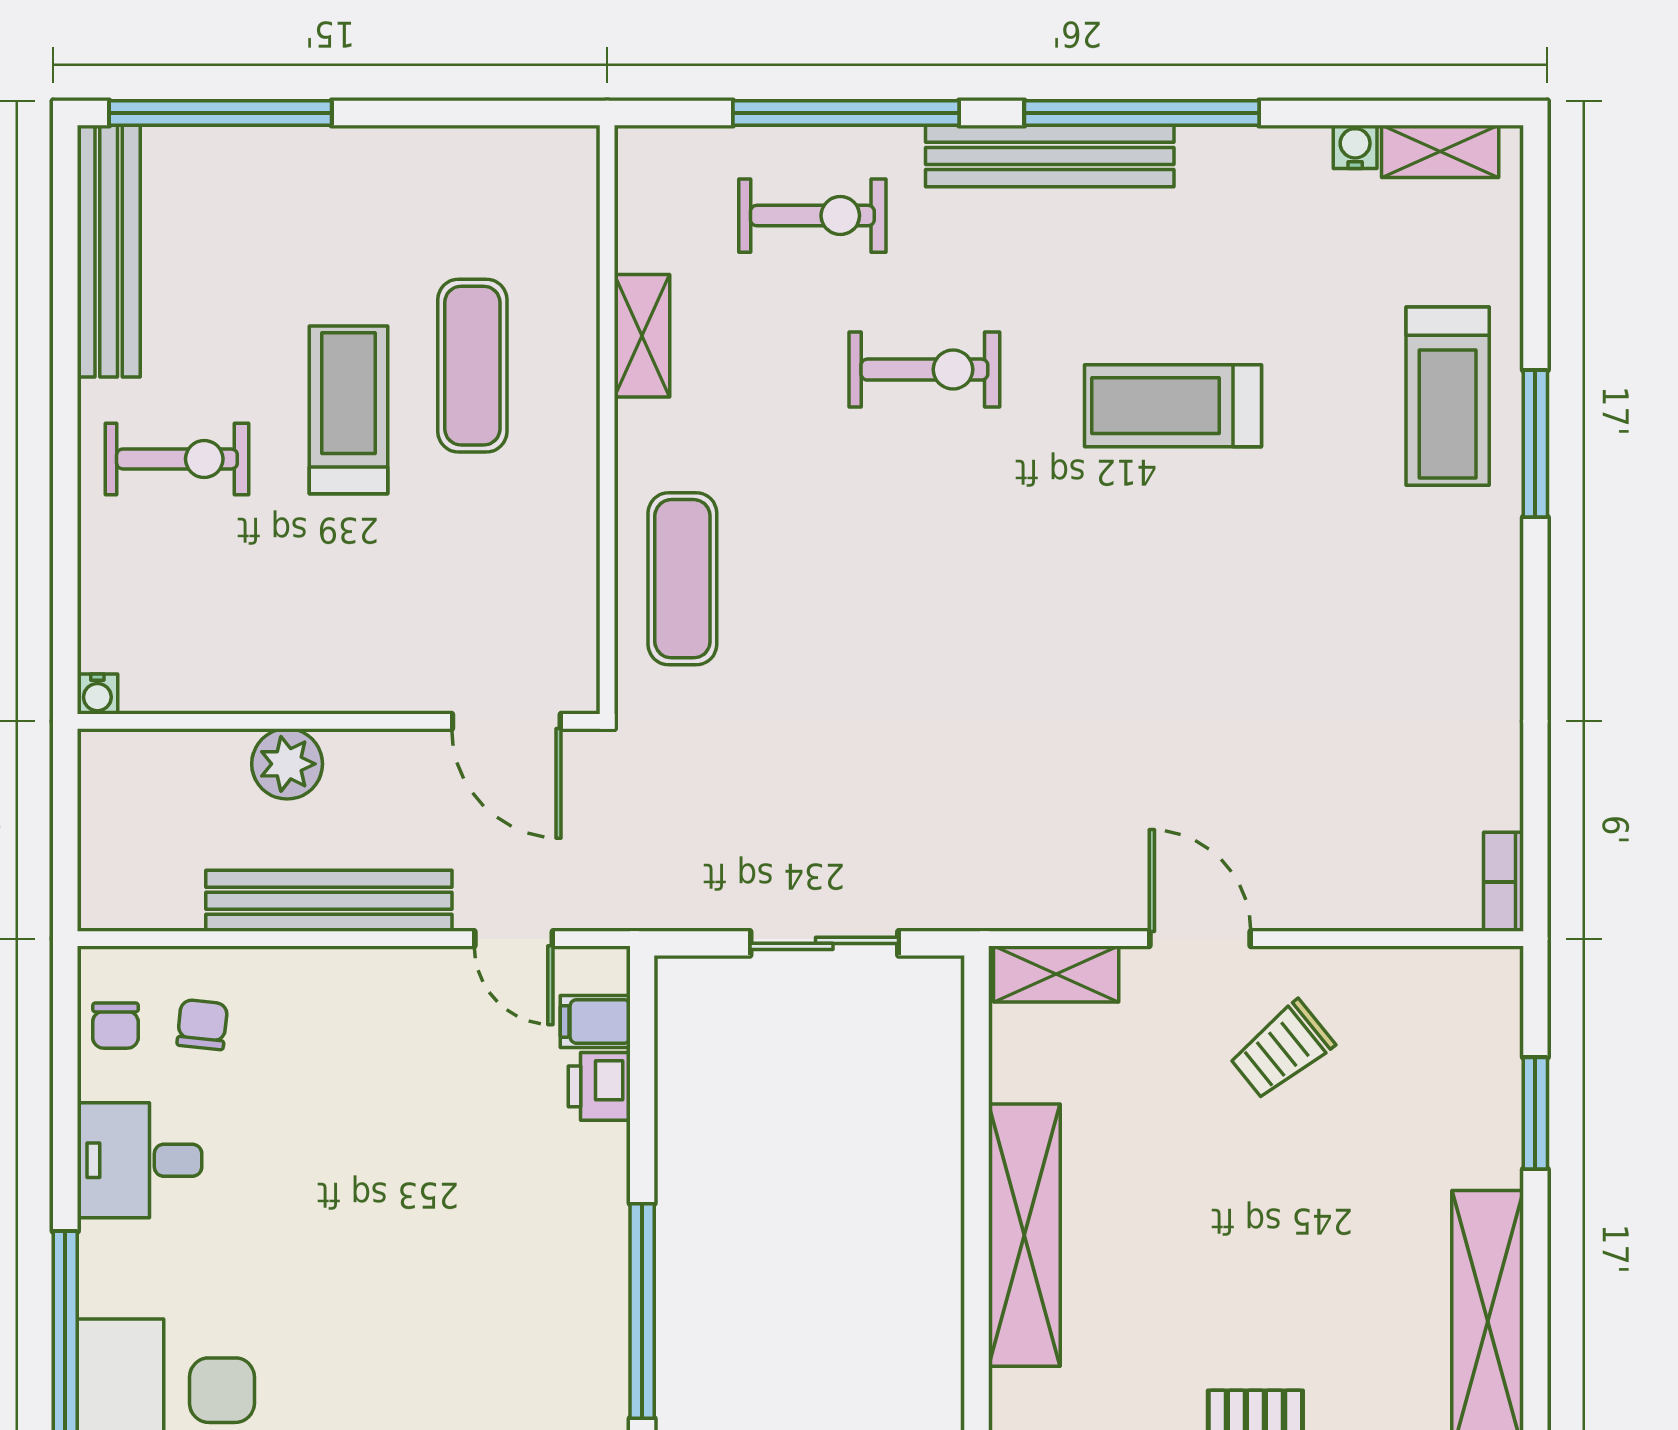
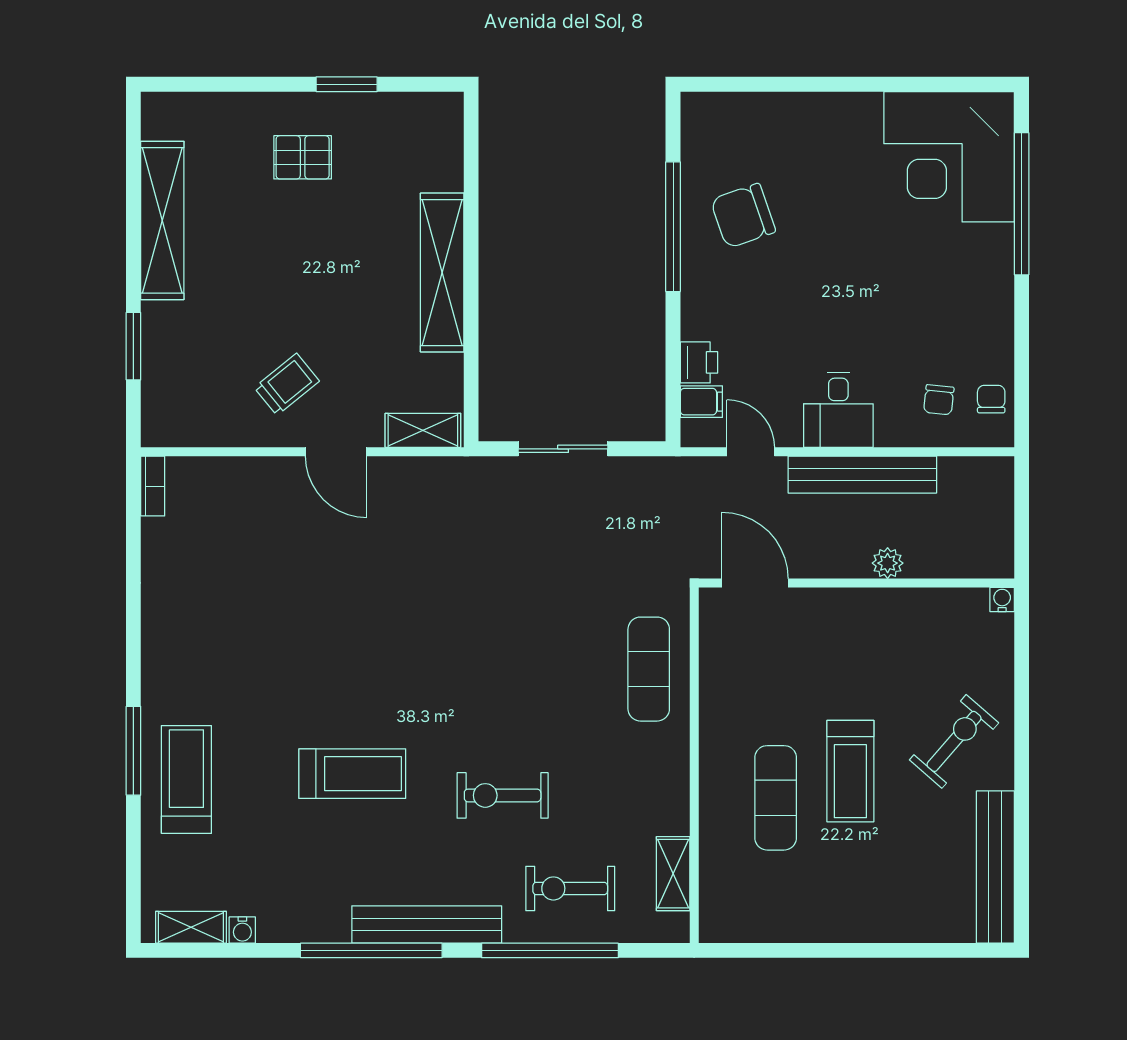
window: (220, 113) -> (928, 950), removed
shelving: (642, 336) -> (673, 874), moved
exercise bike: (177, 459) -> (954, 741), turned 131
plant: (287, 764) -> (888, 563), width x0.73, depth x0.73
desk: (139, 1160) -> (838, 410), moved, turned 90
chair: (526, 1329) -> (743, 216), added

